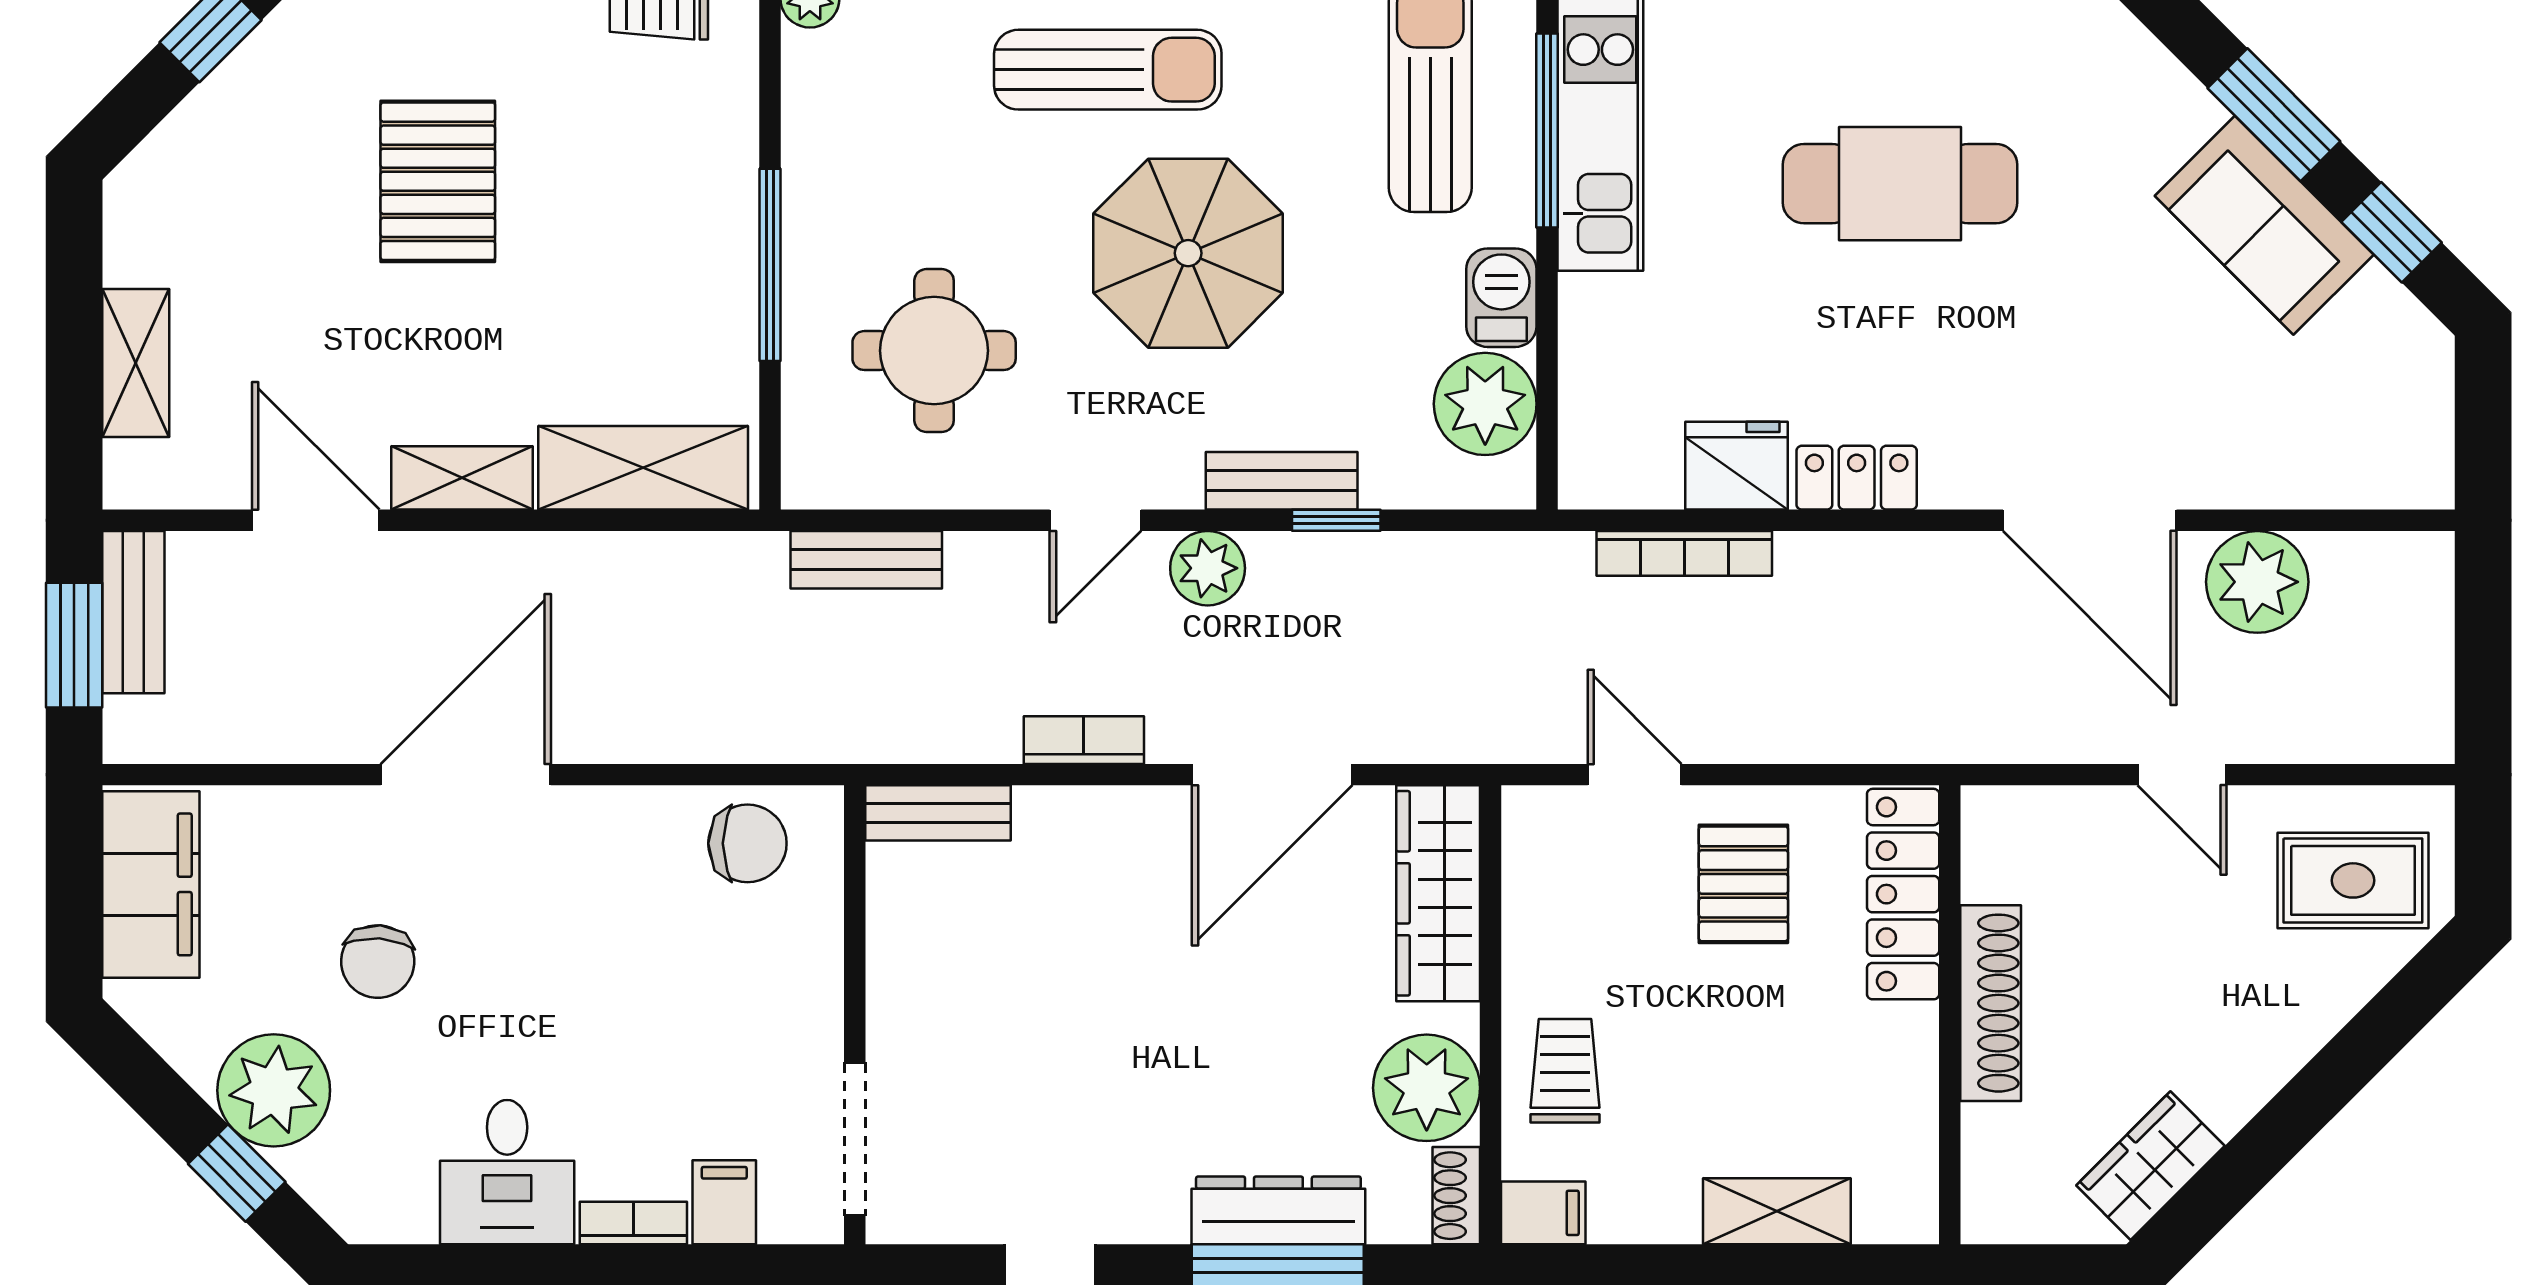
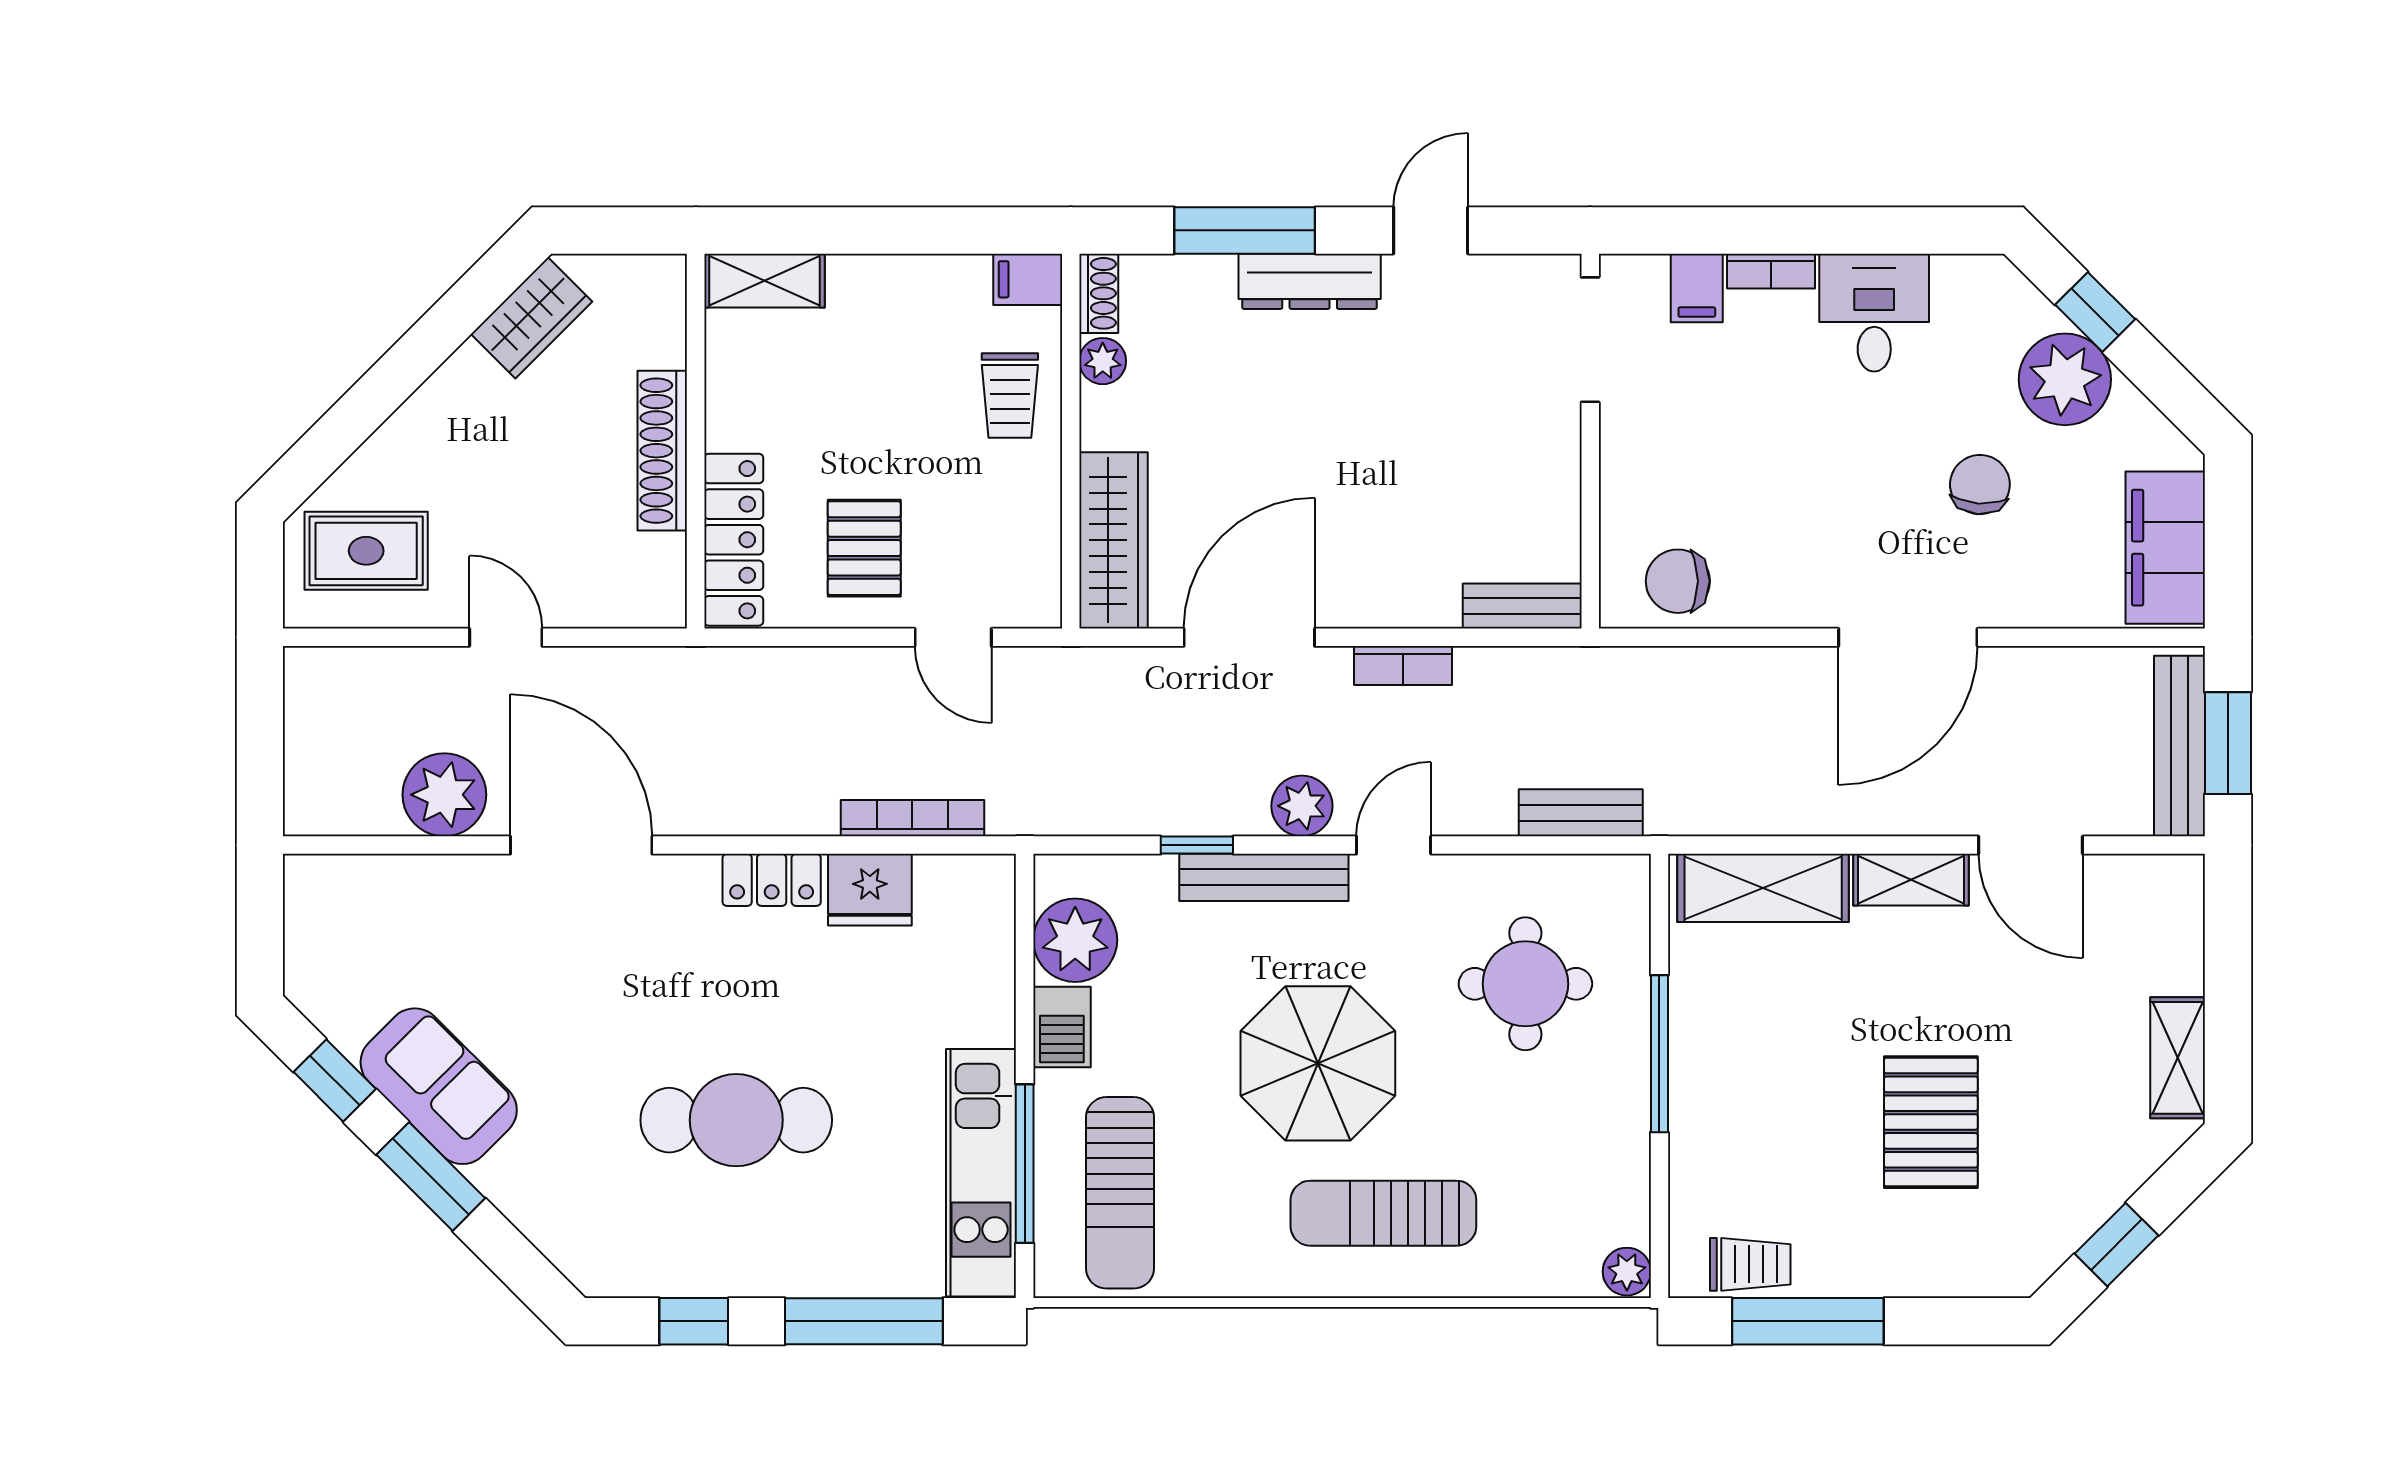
shelving: (136, 363) -> (2178, 1058), moved
bench: (1282, 481) -> (1264, 877), width x1.36
bench: (133, 612) -> (2180, 746), width x1.36
plant: (1427, 1088) -> (1103, 361), width x0.53, depth x0.53
dresser: (1278, 1210) -> (1310, 281), moved
shelving: (1777, 1211) -> (764, 281), moved

